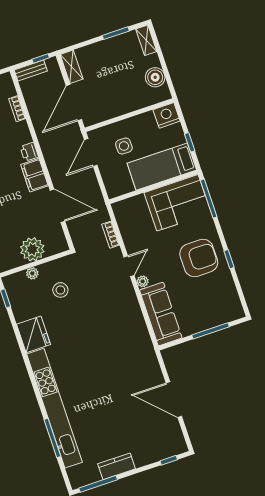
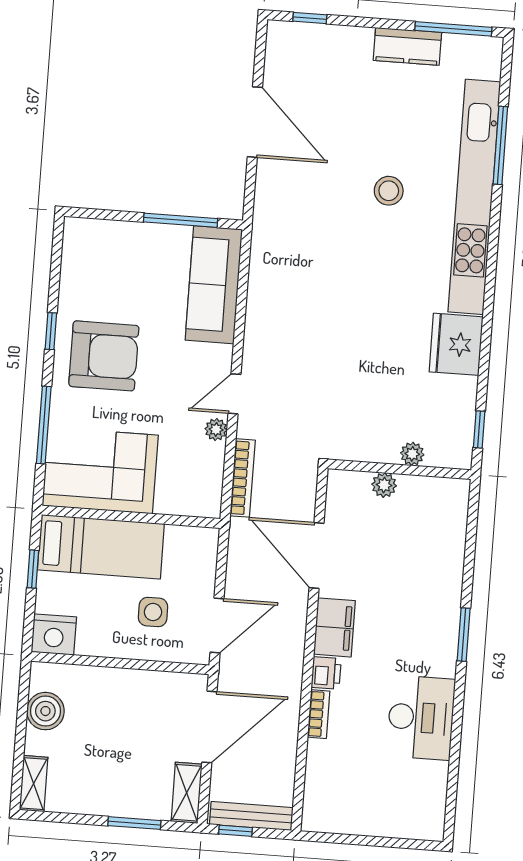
window: (116, 33) -> (134, 823), moved
bench: (31, 71) -> (251, 816), width x1.36
bookcase: (17, 109) -> (319, 714), moved
window: (209, 199) -> (44, 425), moved
bookcase: (111, 235) -> (242, 478), width x1.56
plant: (32, 249) -> (384, 485), width x0.53, depth x0.53
armchair: (199, 258) -> (104, 356), turned 180
plant: (143, 281) -> (216, 430), moved
stool: (60, 290) -> (389, 191), moved
window: (211, 331) -> (181, 220), moved

